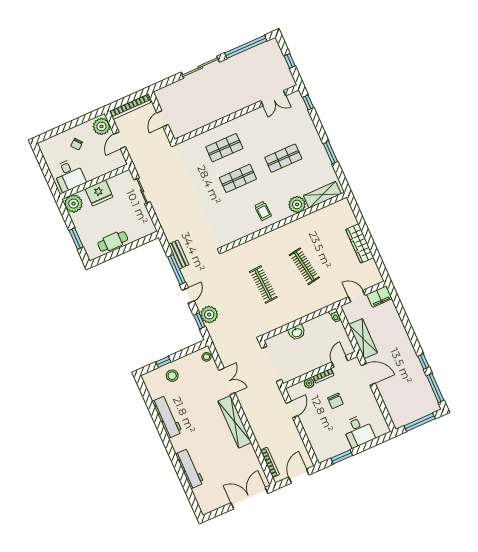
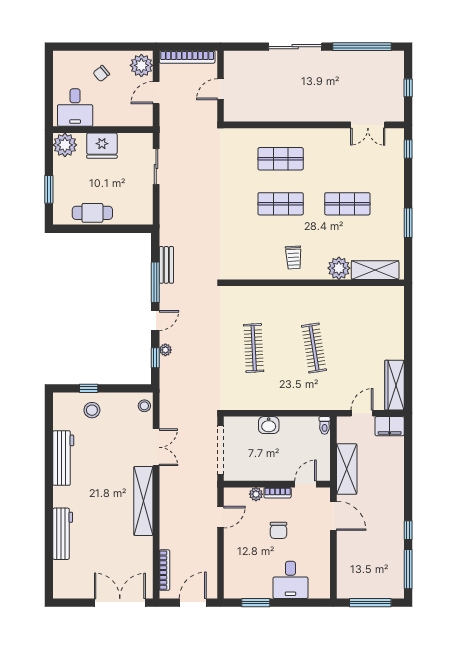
wardrobe: (360, 244) -> (395, 385), moved
door: (357, 296) -> (362, 413), hinge flipped
plant: (209, 315) -> (165, 350), width x0.53, depth x0.53

